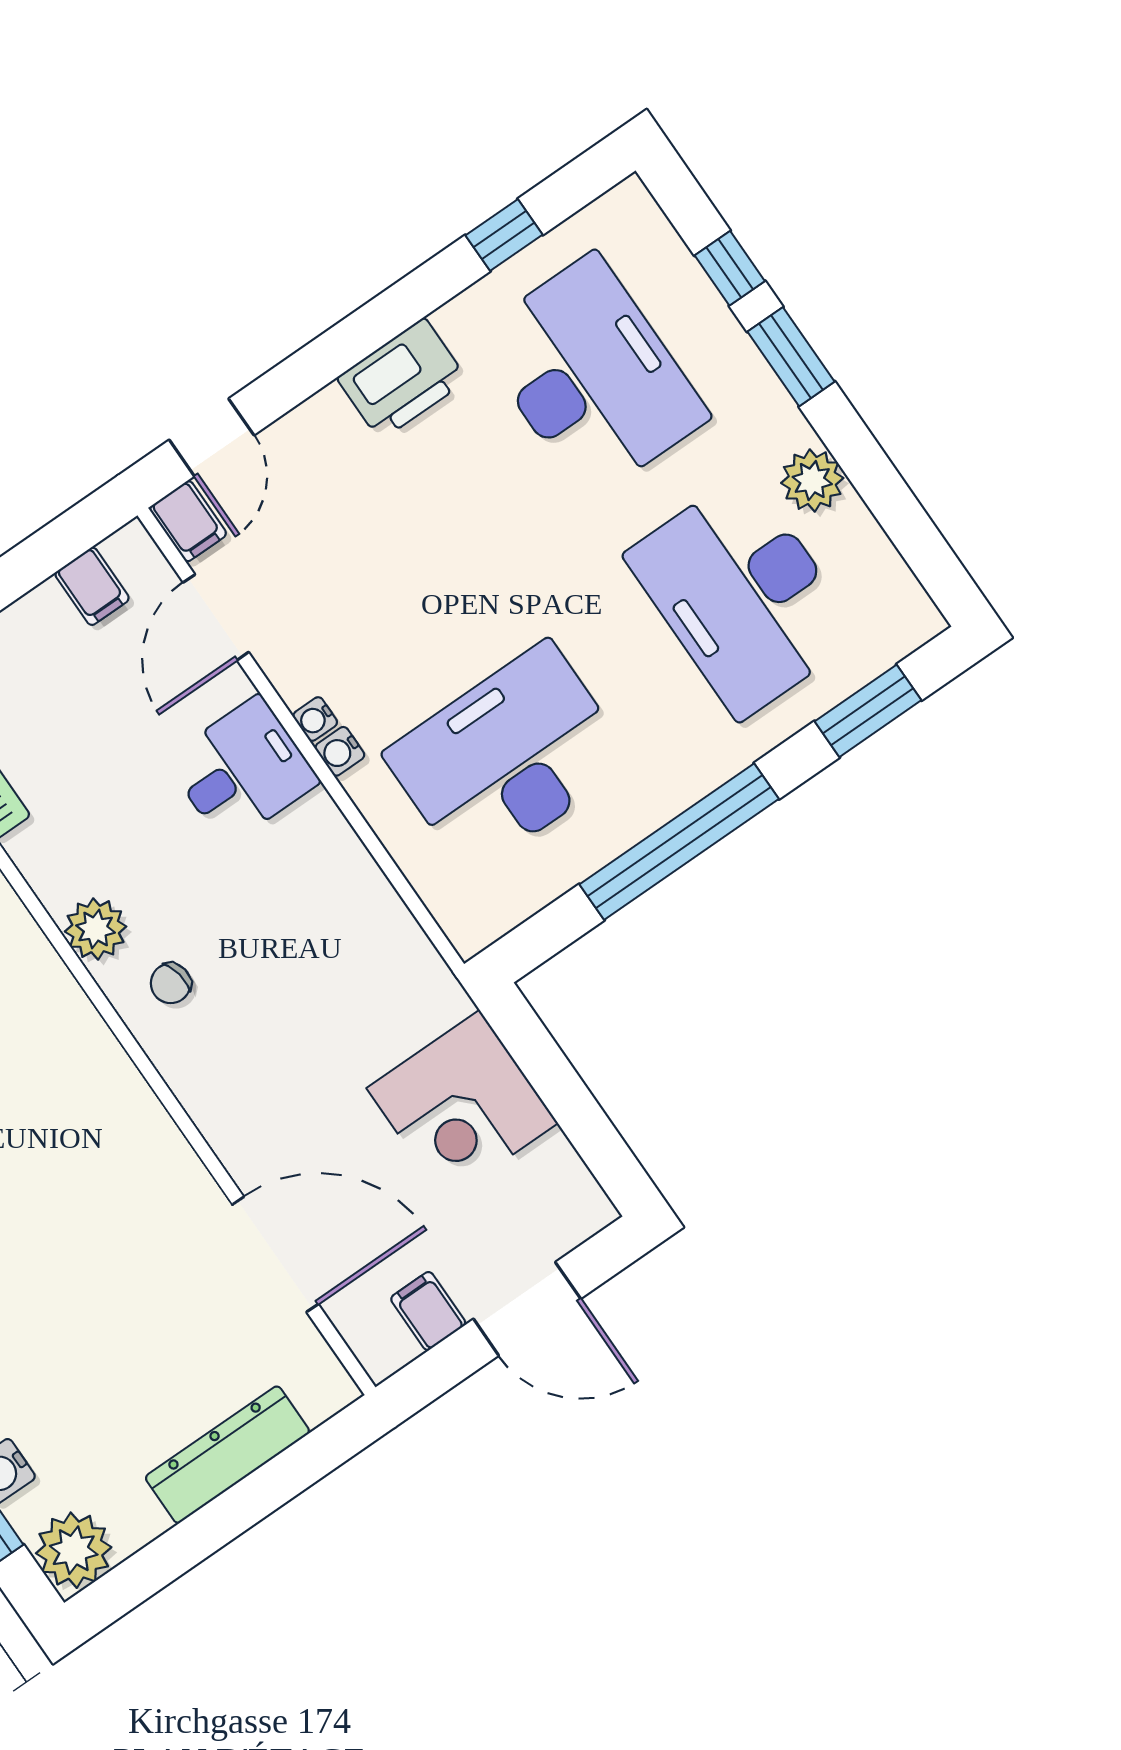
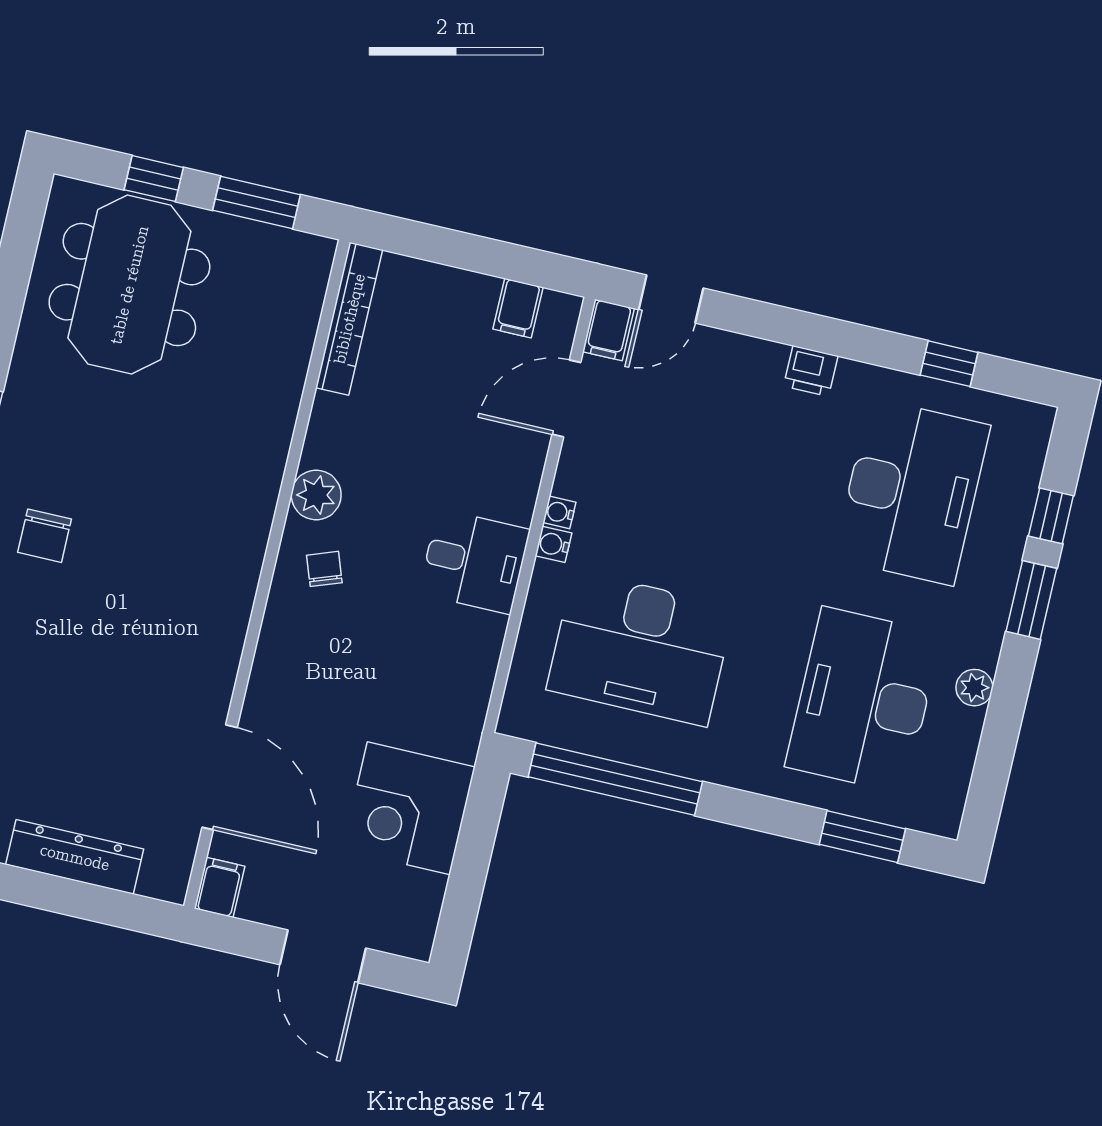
printer: (402, 379) -> (811, 371), width x0.53, depth x0.68
plant: (812, 481) -> (974, 688), width x0.73, depth x0.73
desk: (508, 758) -> (640, 648), turned 180
desk: (242, 771) -> (474, 562), moved
window: (679, 842) -> (615, 779), moved
chair: (171, 983) -> (324, 569), turned 80
filing cabinet: (428, 1311) -> (220, 887), moved

